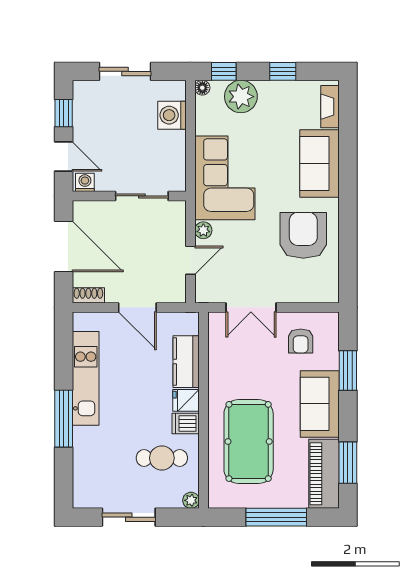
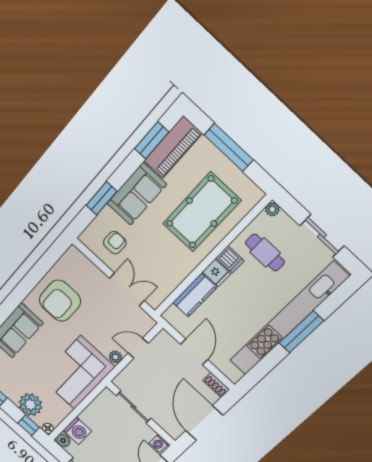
boiler: (177, 90) -> (63, 440), added
kitchen unit: (86, 378) -> (288, 319), width x1.86

